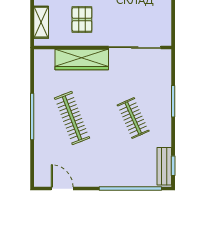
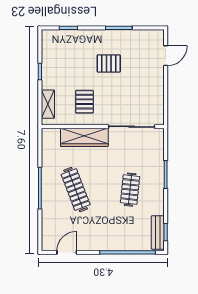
clothes rail: (133, 118) -> (130, 190), turned 30
door: (62, 189) -> (67, 252), hinge flipped

